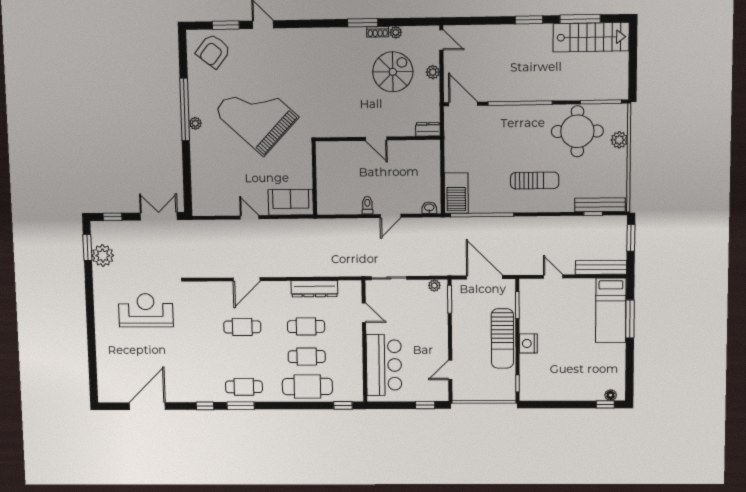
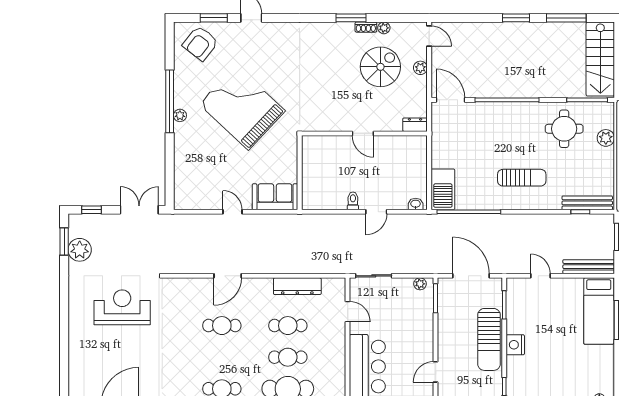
stairs: (591, 37) -> (600, 59), moved, turned 90
round table: (577, 131) -> (564, 129), width x0.73, depth x0.73

